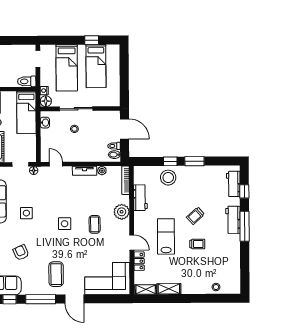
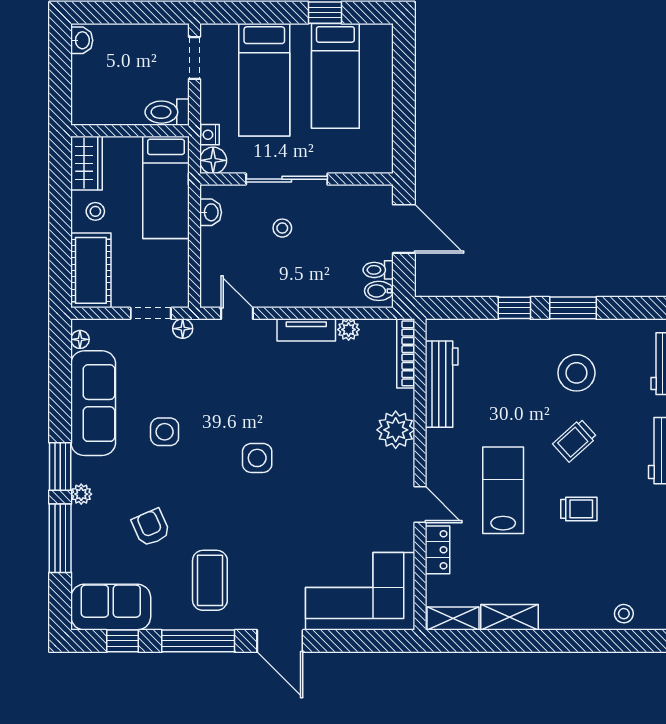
stool: (168, 178) -> (576, 373), moved
workbench: (140, 198) -> (442, 384), width x1.38
coffee table: (95, 224) -> (330, 460), removed
coffee table: (56, 274) -> (210, 580), moved

